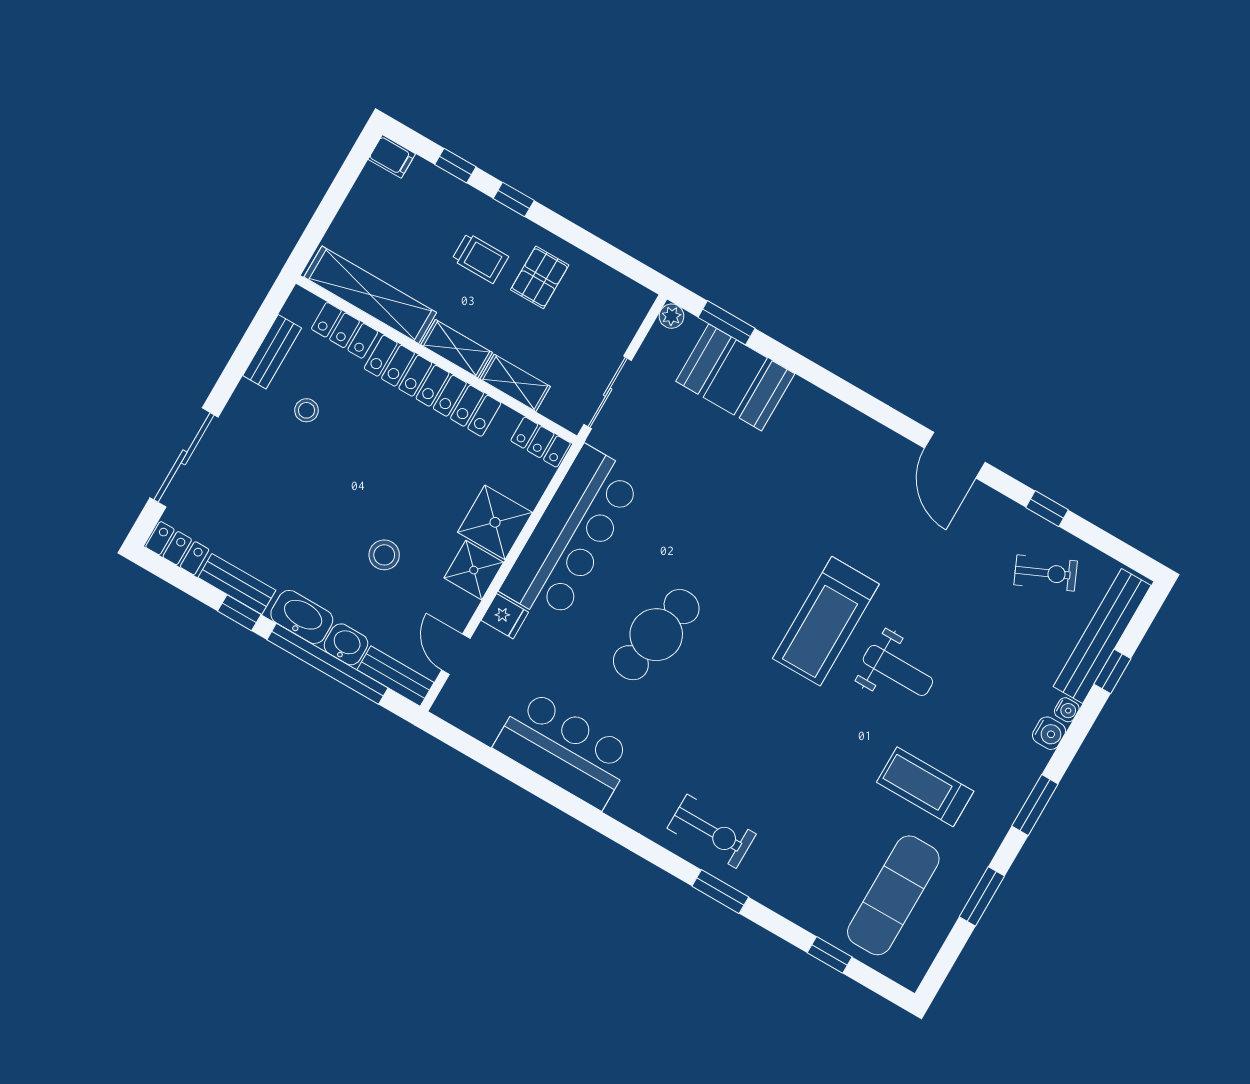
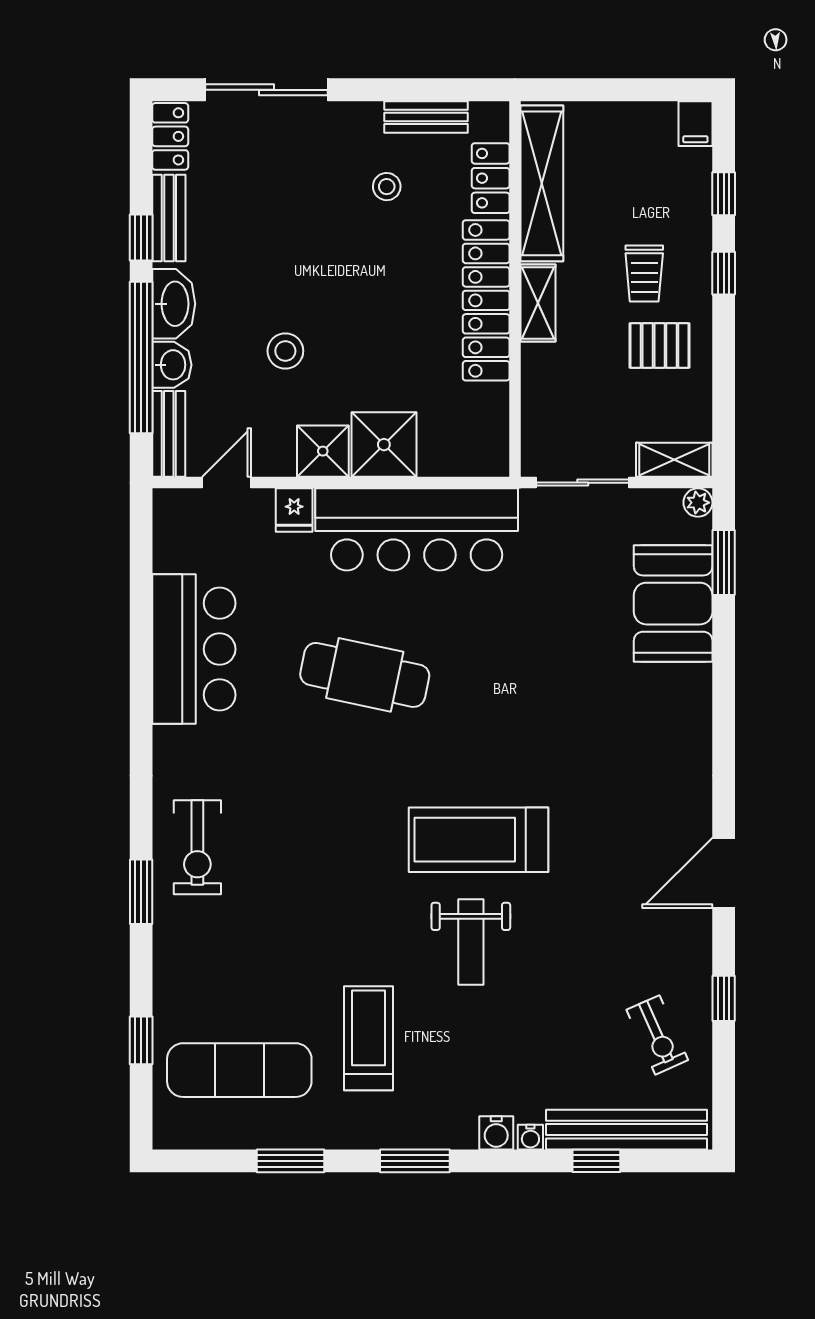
shelving: (515, 383) -> (674, 460), moved, turned 90
locker: (541, 442) -> (493, 444), removed

